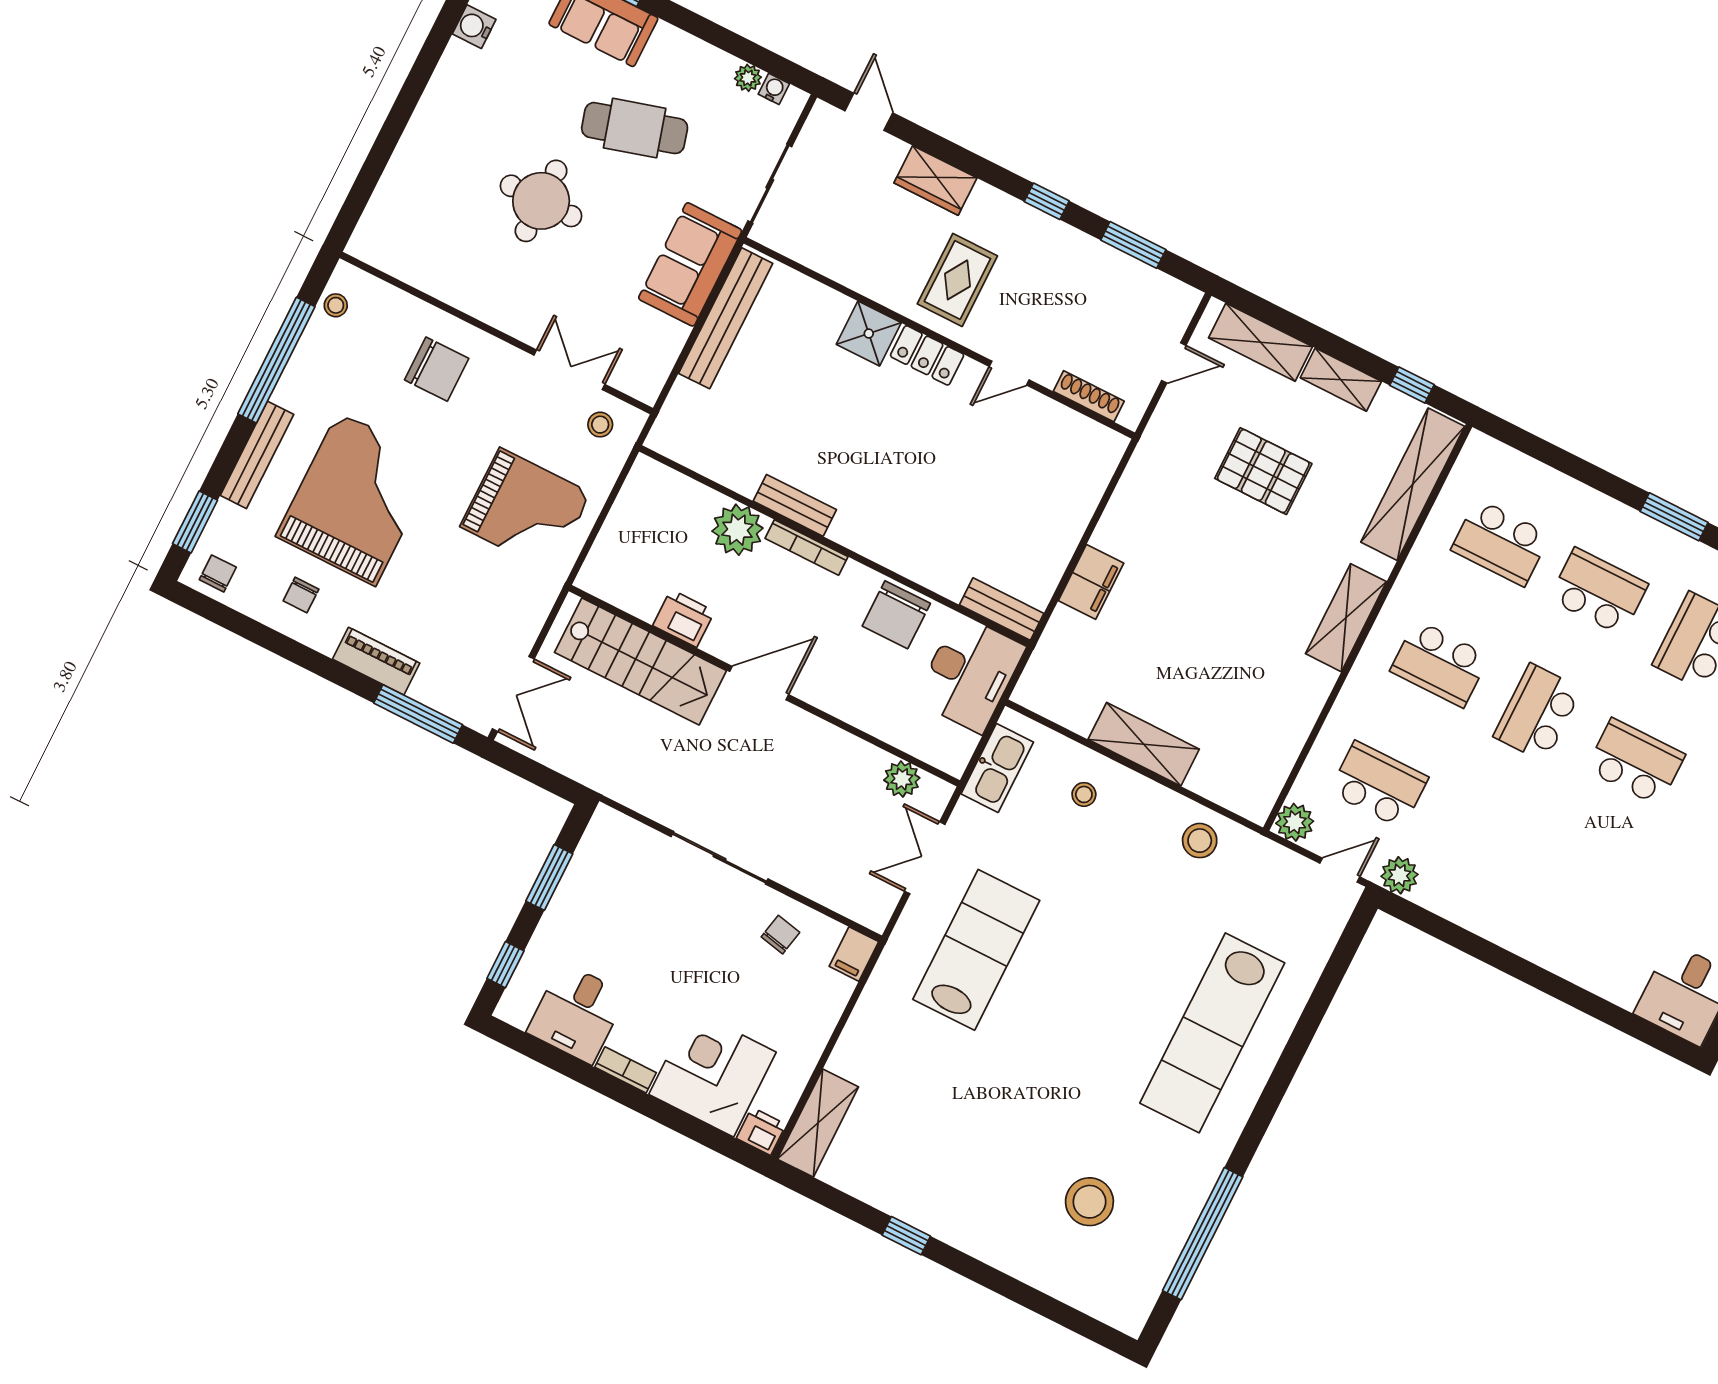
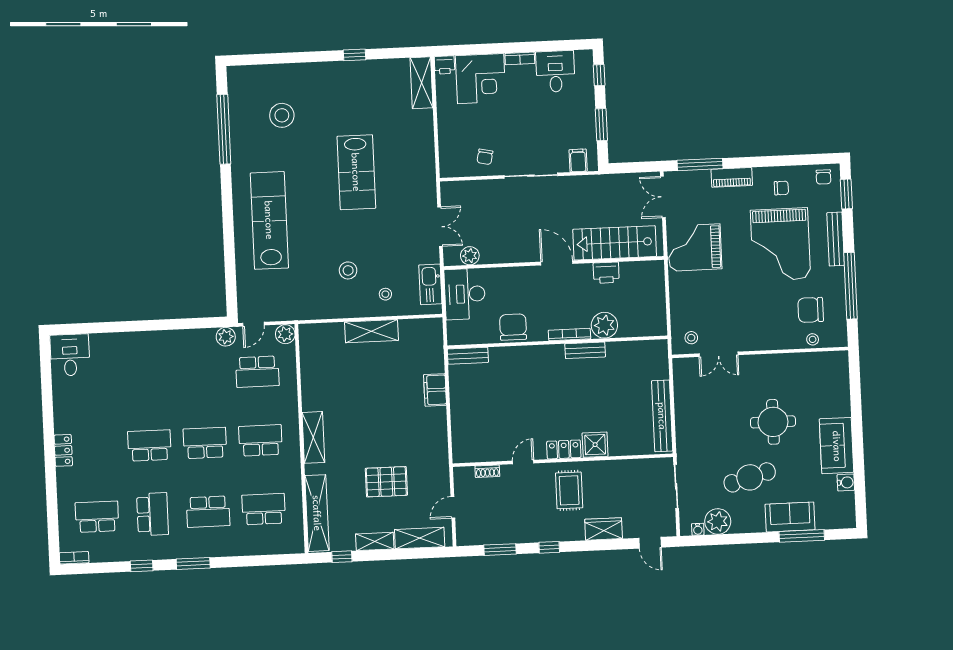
plant: (748, 78) -> (718, 521), width x1.88, depth x1.88
sofa: (690, 264) -> (837, 446), moved, turned 180
stool: (336, 305) -> (813, 339), moved
chair: (437, 369) -> (811, 310), moved
shoe rack: (1089, 396) -> (487, 471), width x0.70
grand piano: (526, 510) -> (695, 248), moved
chair: (301, 595) -> (781, 188), turned 90
desk: (970, 674) -> (465, 294), moved
door: (759, 683) -> (557, 263), swing flipped
school desk: (1538, 713) -> (205, 443), turned -90
school desk: (1635, 762) -> (149, 445), turned 180
stool: (1200, 841) -> (348, 270), moved
lab bench: (976, 950) -> (356, 172), moved
filing cabinet: (854, 954) -> (578, 160), moved

